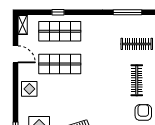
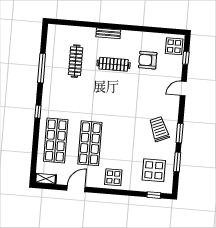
window: (58, 12) -> (38, 112), moved

